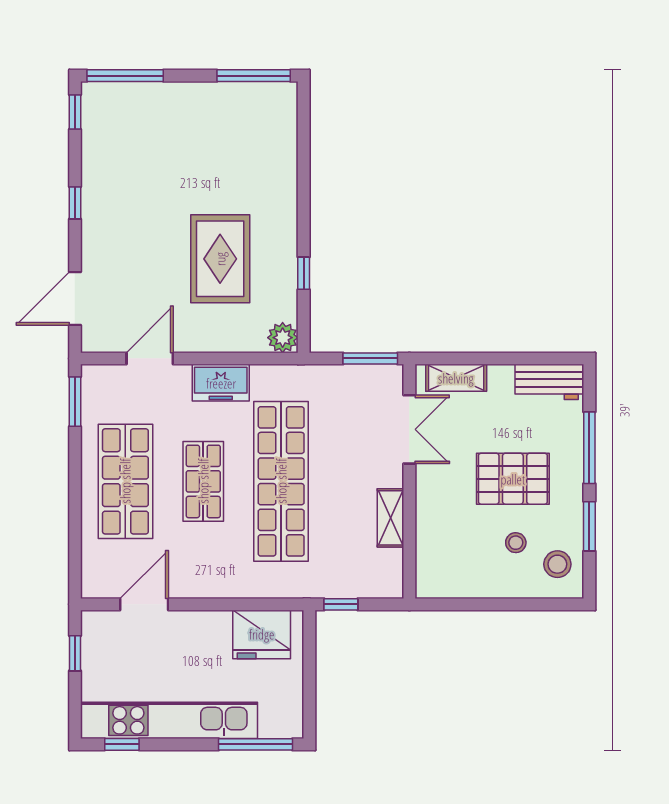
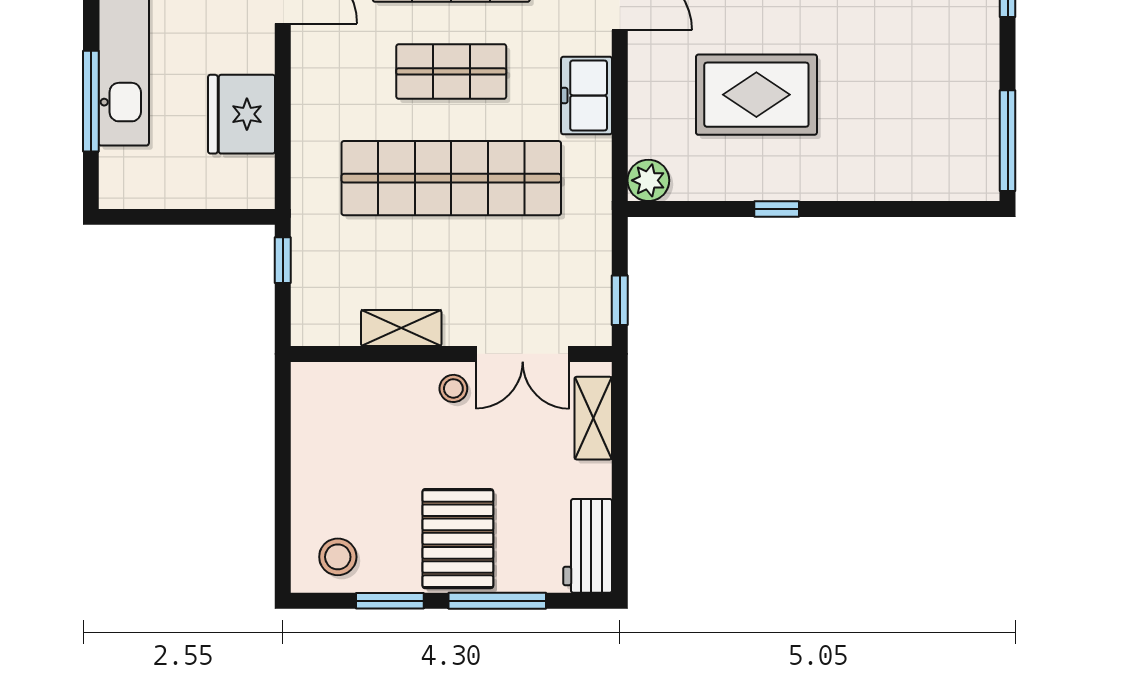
window: (304, 273) -> (777, 209), moved
window: (370, 358) -> (620, 300), width x0.67
pallet: (513, 479) -> (458, 539), moved
stool: (516, 543) -> (453, 388), moved
fridge: (262, 634) -> (242, 114), moved
window: (255, 744) -> (91, 101), moved

